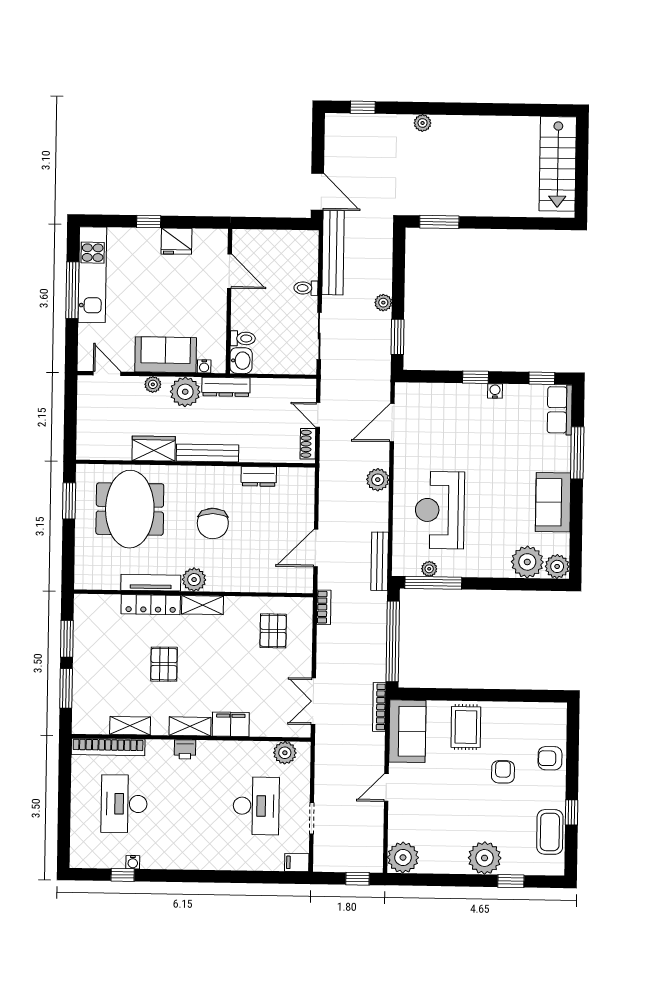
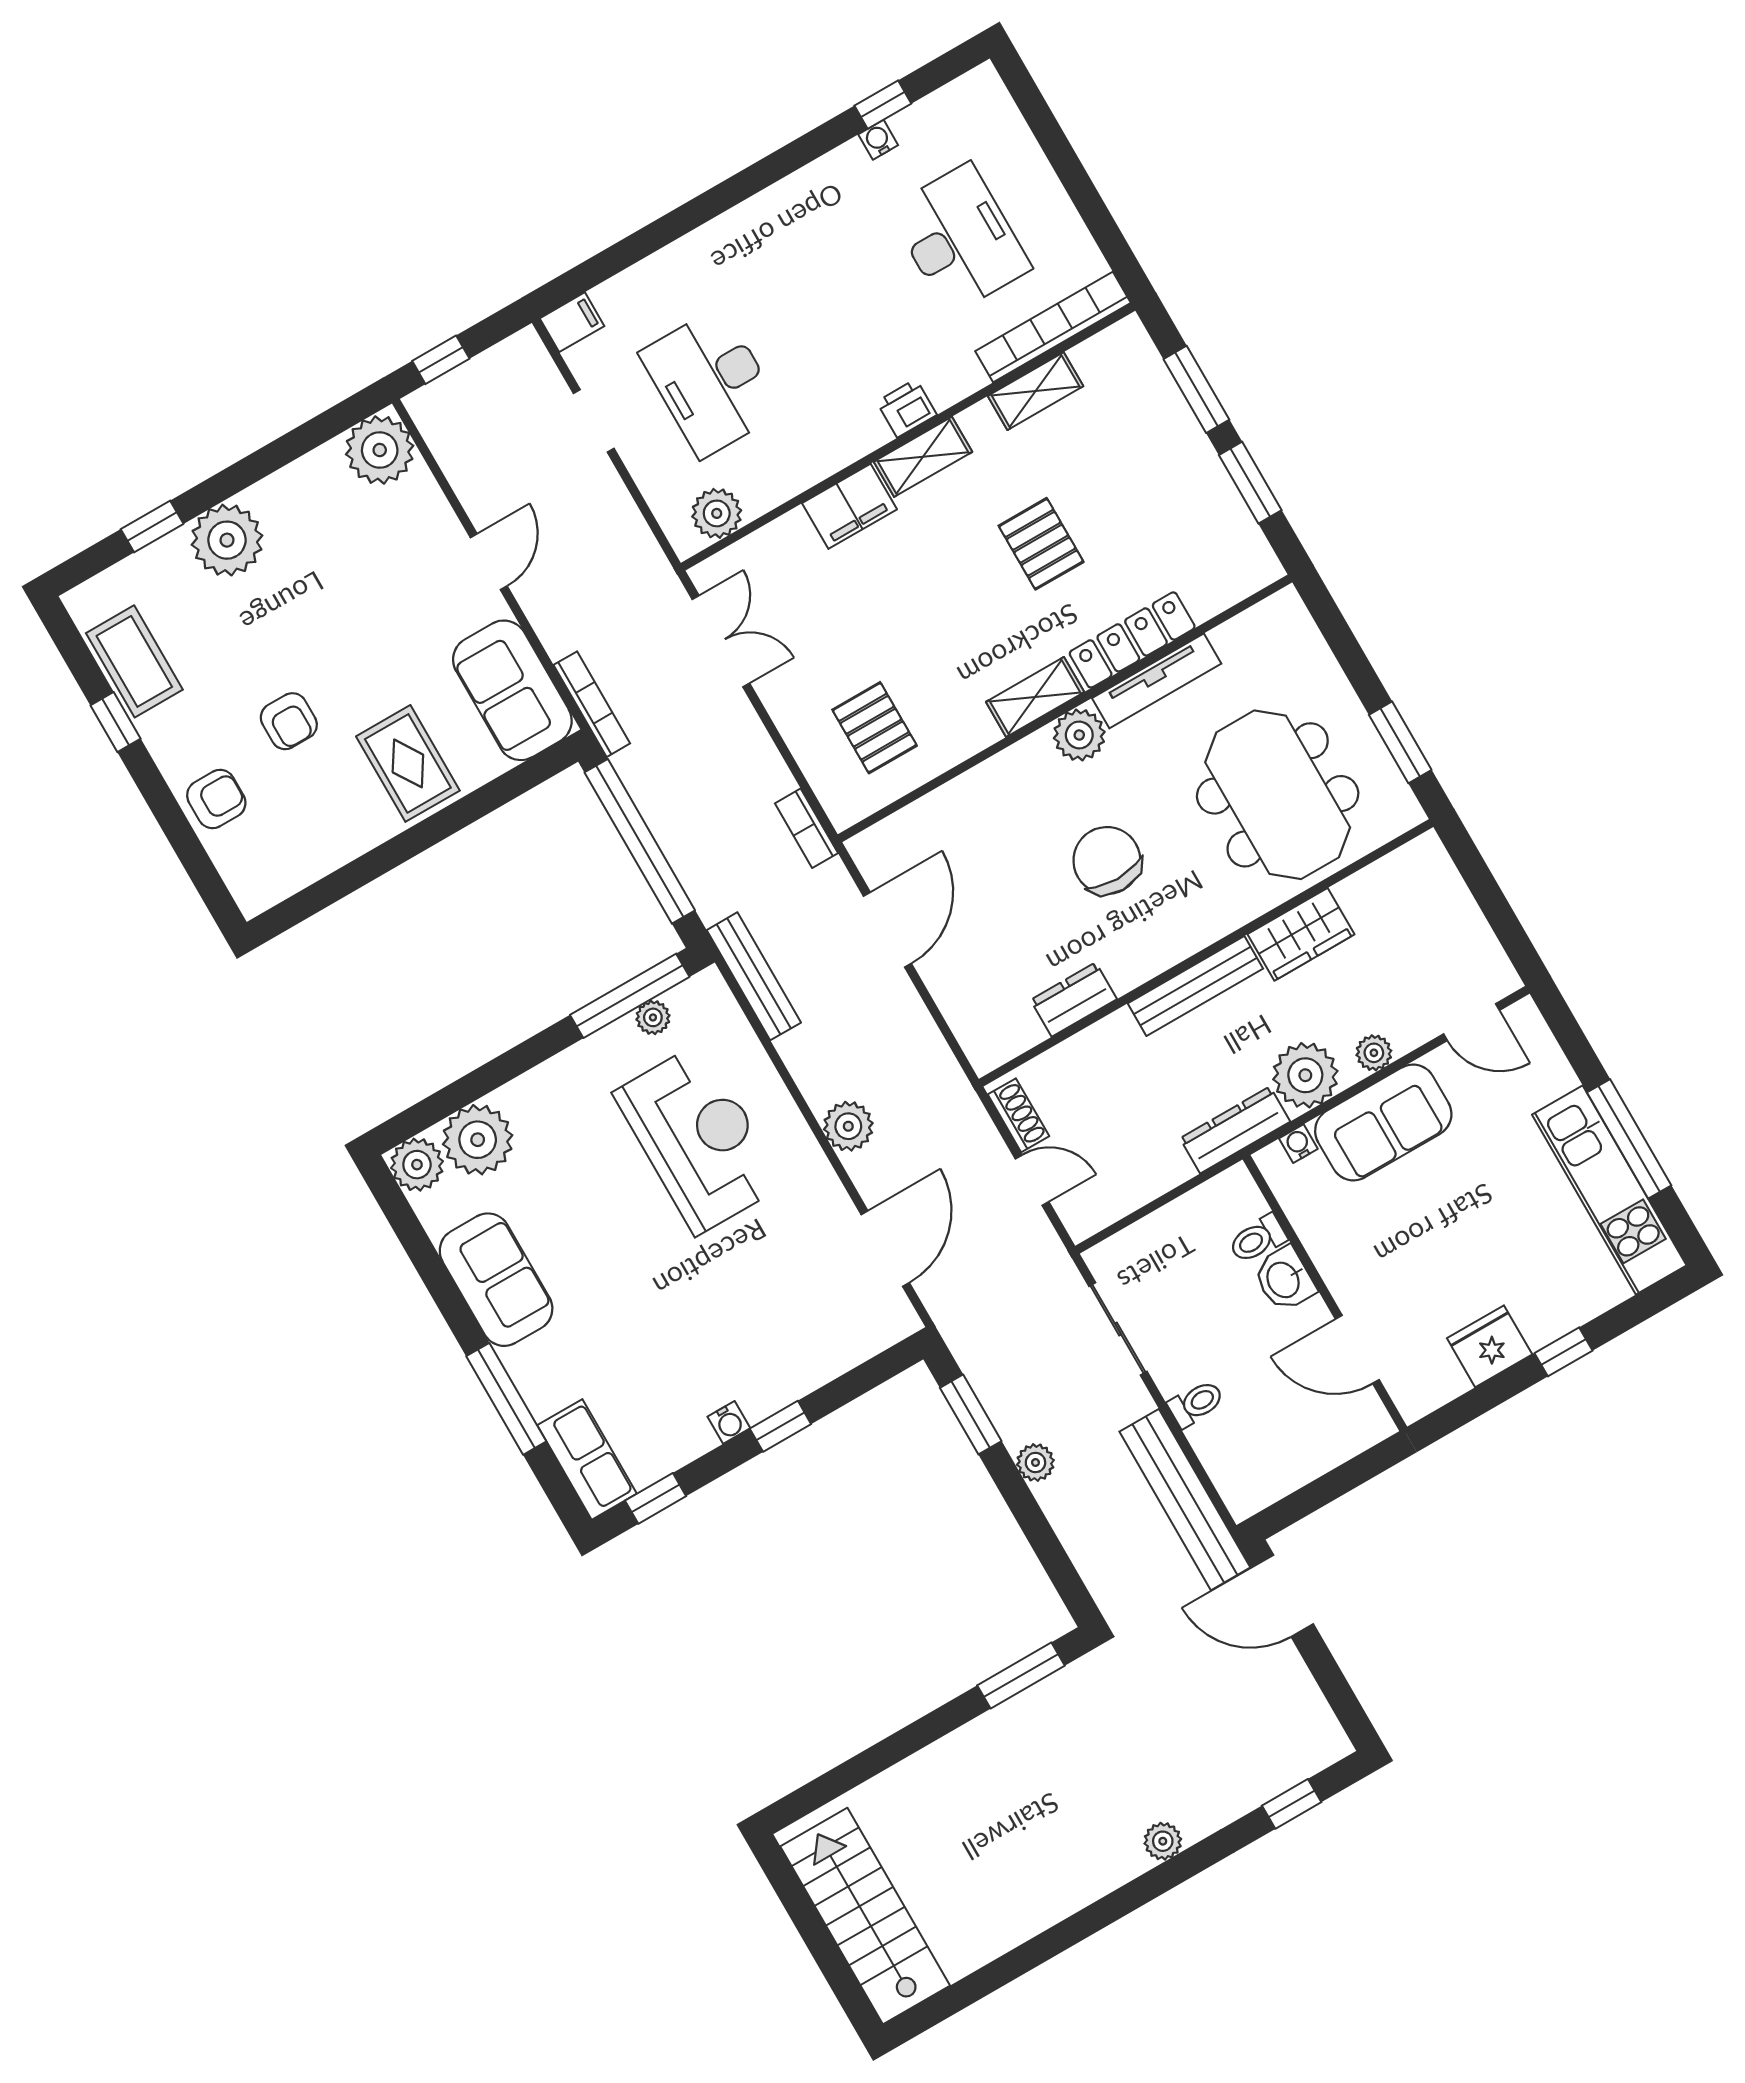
washbasin: (241, 361) -> (1284, 1279), moved

